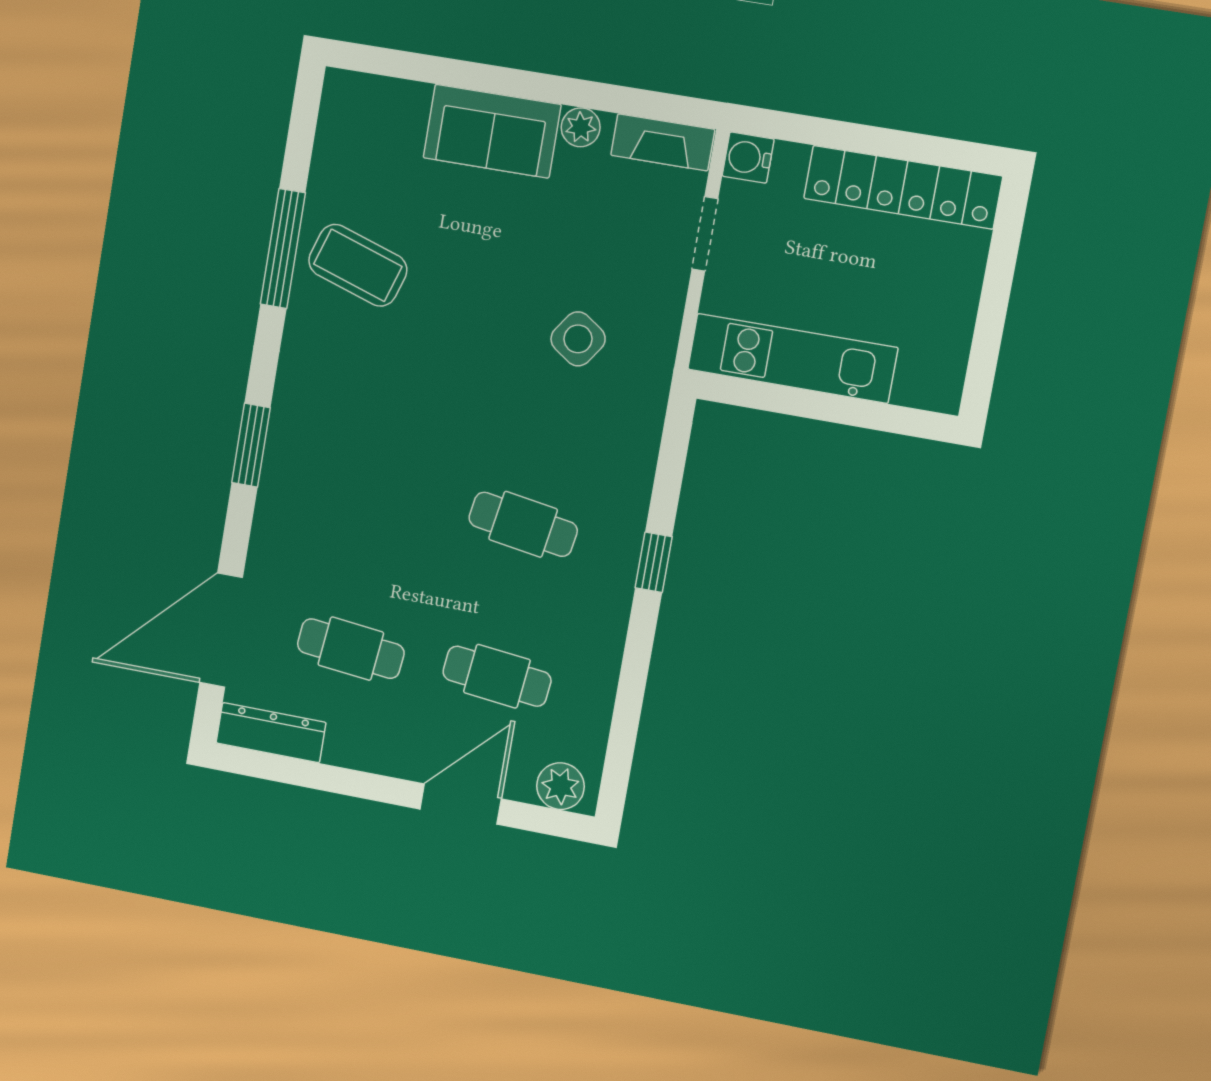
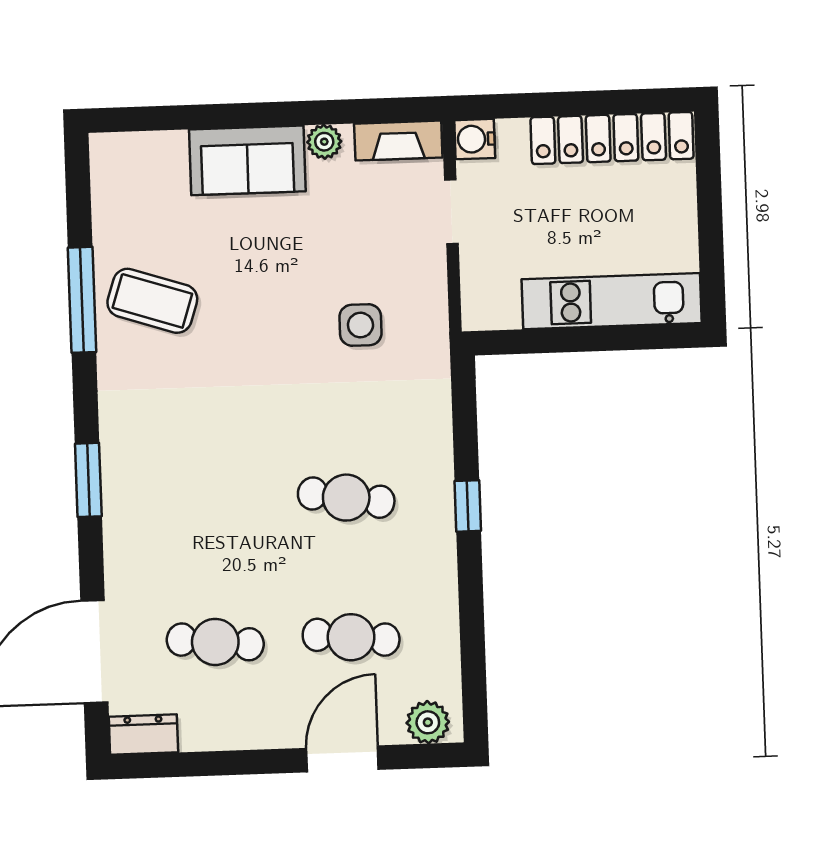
side table: (578, 339) -> (360, 325), turned -35
kitchen unit: (792, 358) -> (612, 301), moved
dresser: (271, 733) -> (143, 735), width x0.70

